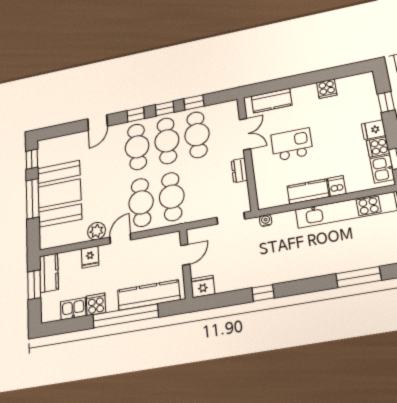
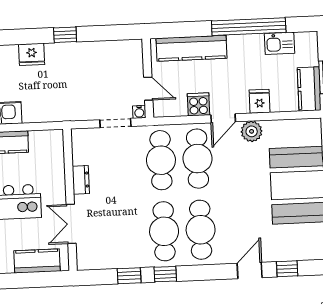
window: (136, 115) -> (287, 269), moved
cafe table: (197, 135) -> (128, 233), removed
doorway: (231, 218) -> (115, 123), moved
water cooler: (266, 221) -> (139, 112), moved
door: (185, 255) -> (148, 89), swing flipped
fridge: (203, 287) -> (32, 54), moved
cooker: (96, 304) -> (198, 104), moved, turned 180
window: (126, 316) -> (249, 27), moved

